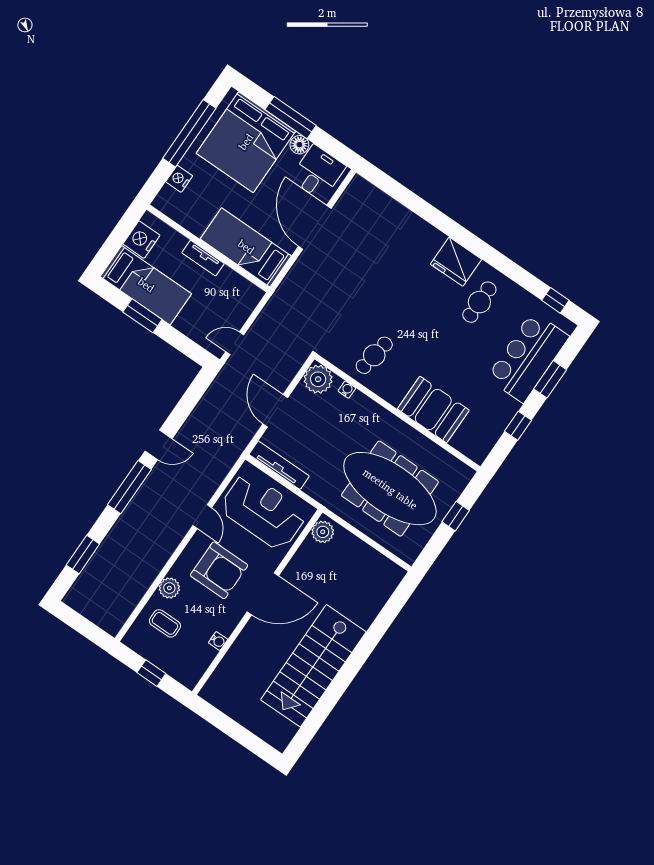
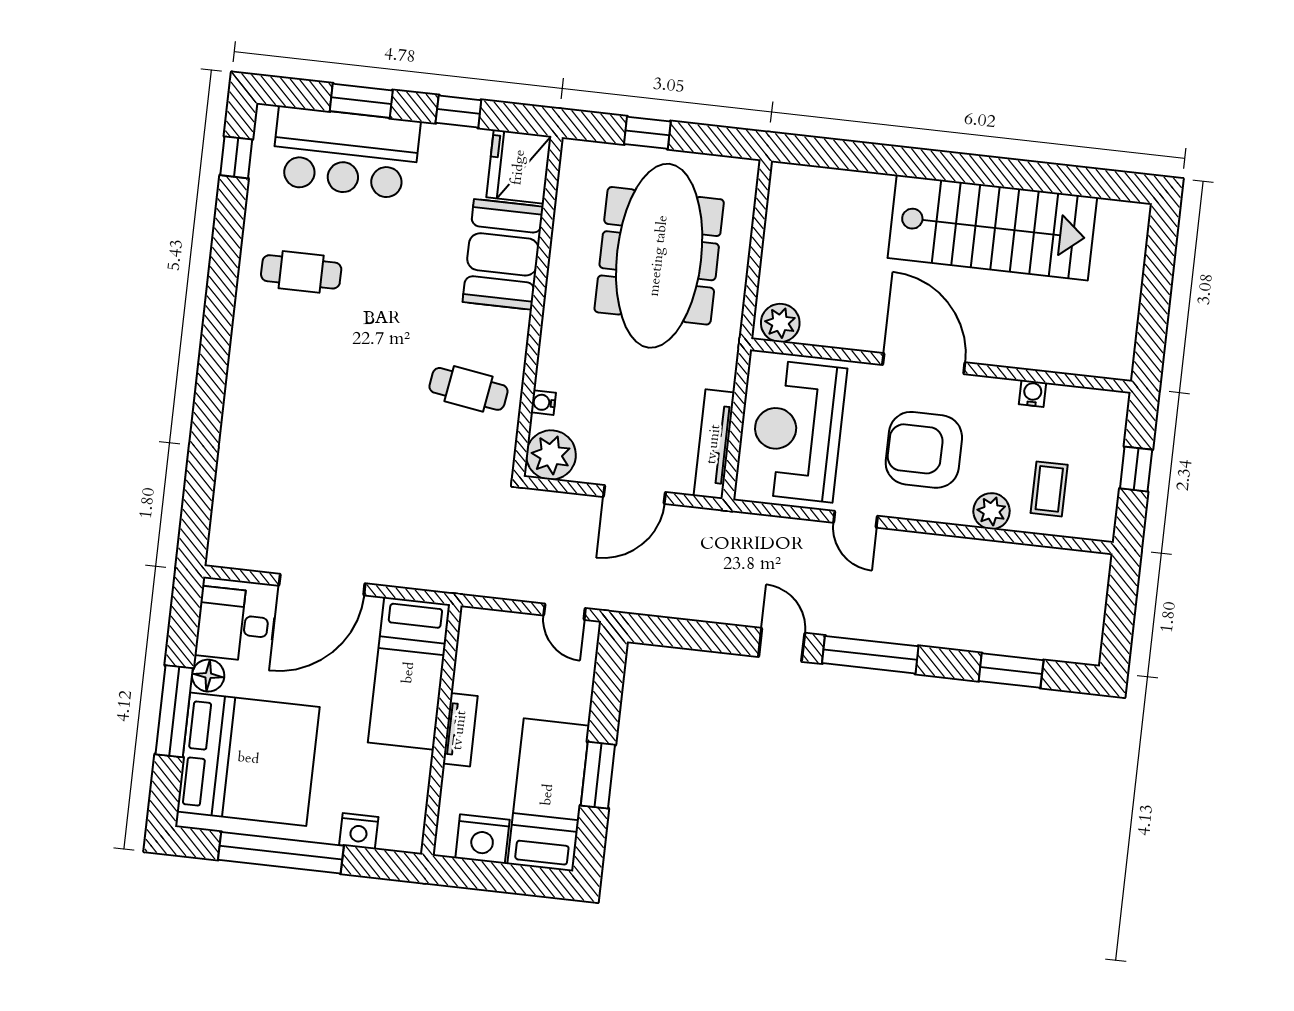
fridge: (456, 262) -> (519, 167), moved, turned 180
door: (202, 517) -> (855, 519), swing flipped
armchair: (219, 570) -> (924, 450), turned -90

